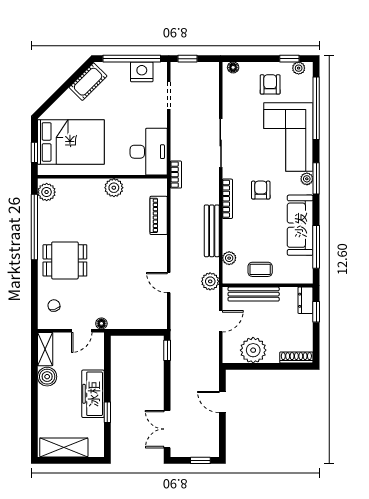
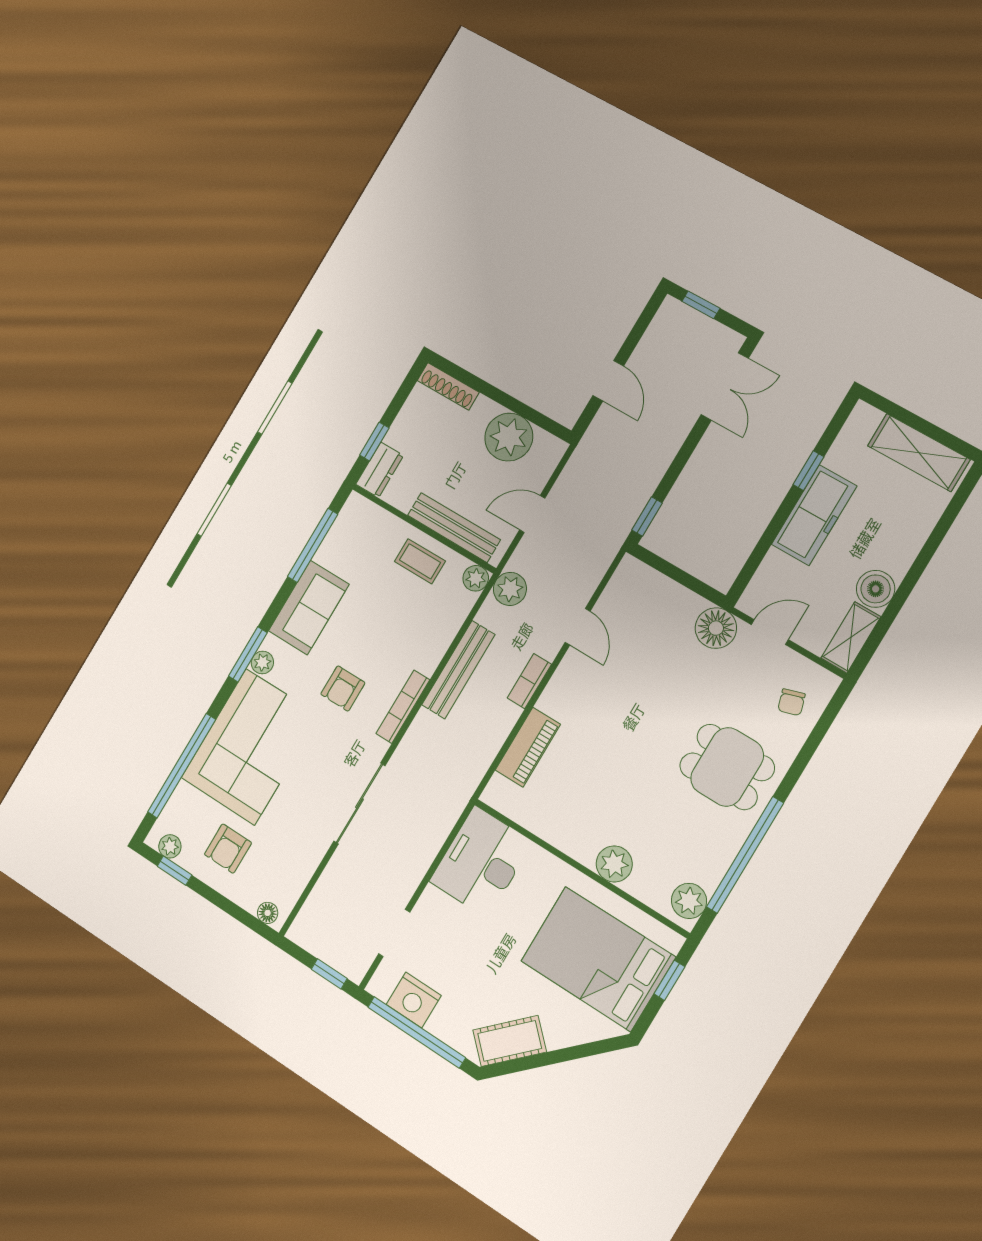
bookcase: (176, 175) -> (529, 681), moved
plant: (114, 188) -> (614, 864), moved
sofa: (300, 225) -> (309, 608), width x0.73
plant: (229, 258) -> (476, 578), moved
floor lamp: (101, 323) -> (716, 628), width x1.89, depth x1.89

